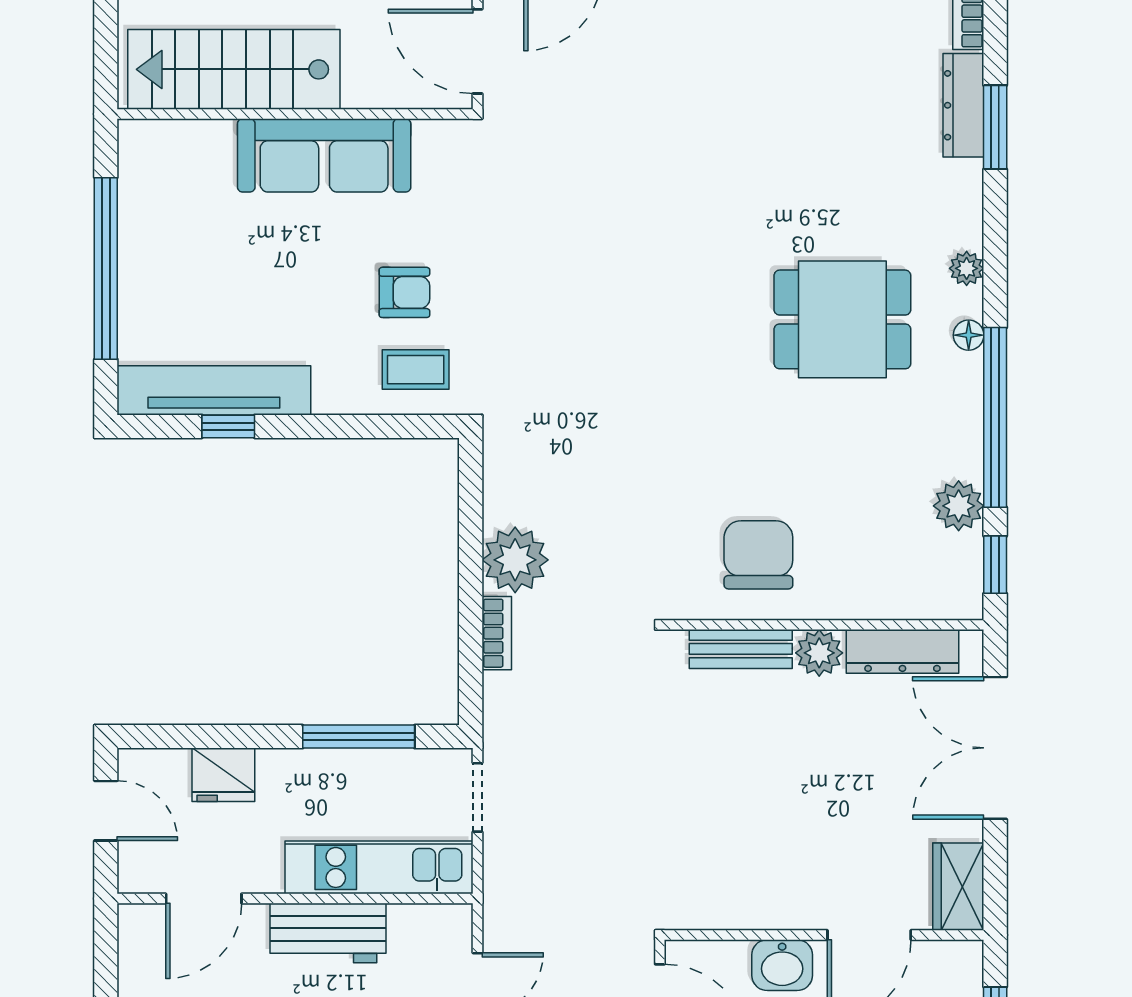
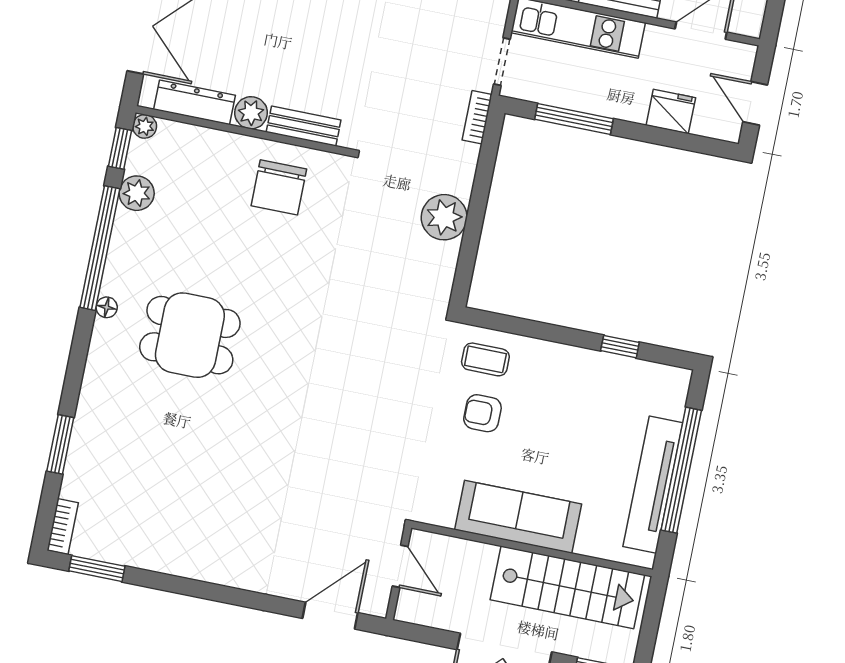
door: (477, 51) -> (400, 566), width x0.73
dresser: (963, 105) -> (79, 464), removed
plant: (967, 268) -> (145, 126), moved
tv unit: (214, 390) -> (653, 485), moved, turned 90
bookcase: (497, 633) -> (477, 117), moved

